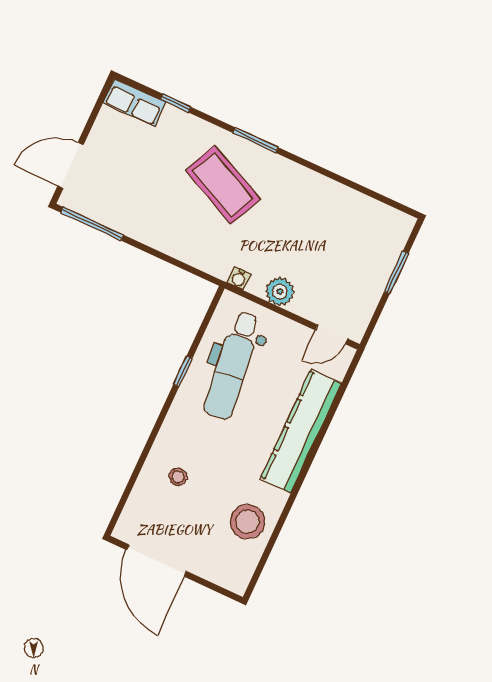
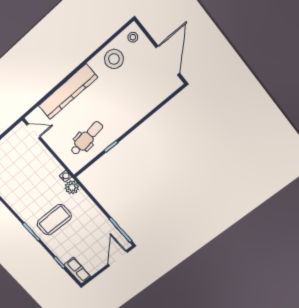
door: (71, 165) -> (118, 258), swing flipped
coffee table: (223, 185) -> (54, 220), turned 65
plant: (280, 291) -> (72, 187), moved
dental chair: (232, 365) -> (87, 138), width x0.73, depth x0.72
stool: (178, 477) -> (133, 37), moved

